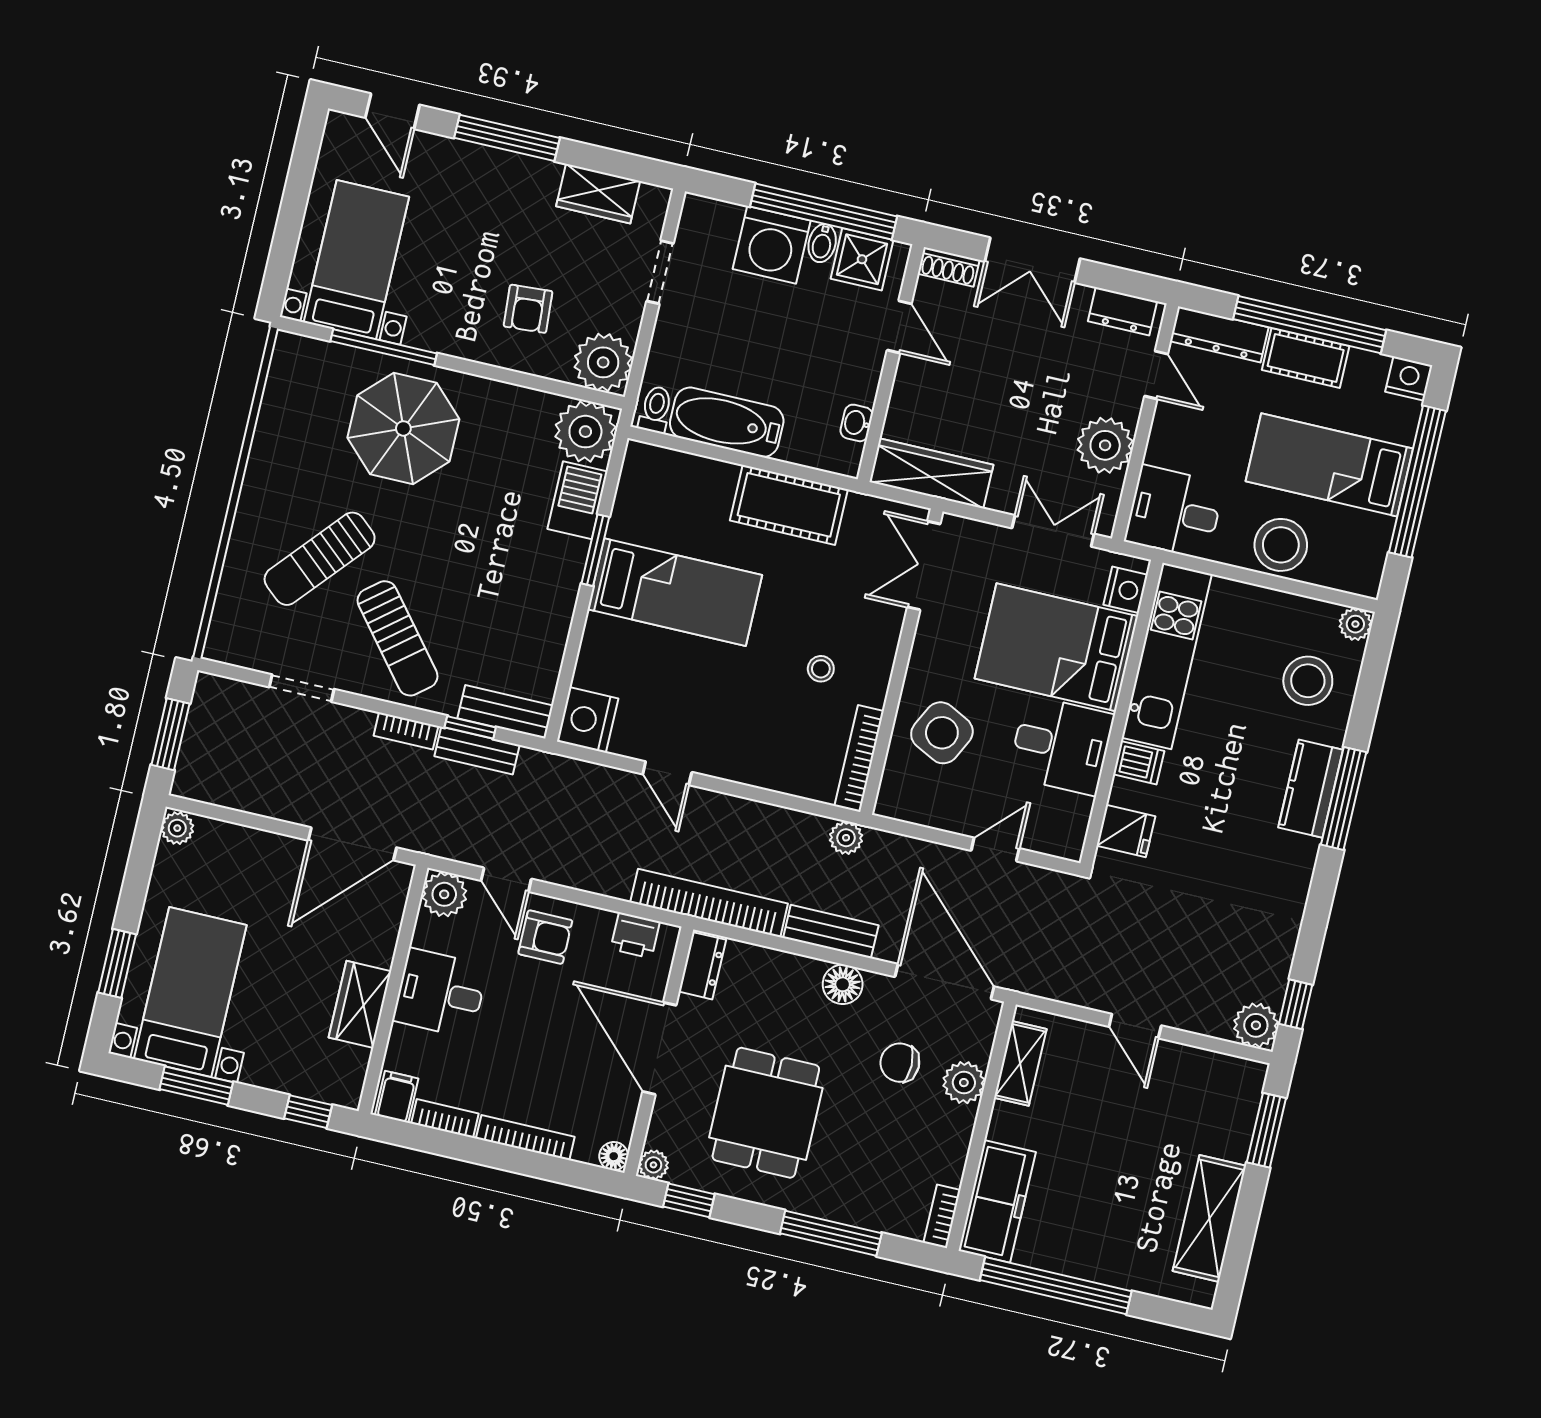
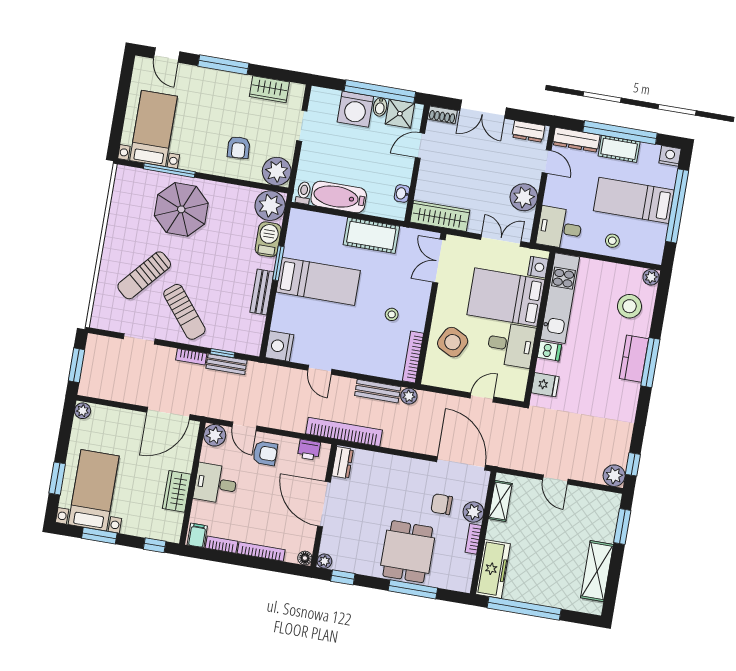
door: (899, 327) -> (420, 145), swing flipped
stool: (1281, 545) -> (612, 241), width x0.53, depth x0.53
bench: (505, 712) -> (262, 292), moved, turned 90
bench: (831, 932) -> (378, 391), moved
floor lamp: (843, 984) -> (411, 468), removed
dining table: (766, 1113) -> (408, 552), moved
bookcase: (942, 1216) -> (473, 539), moved

